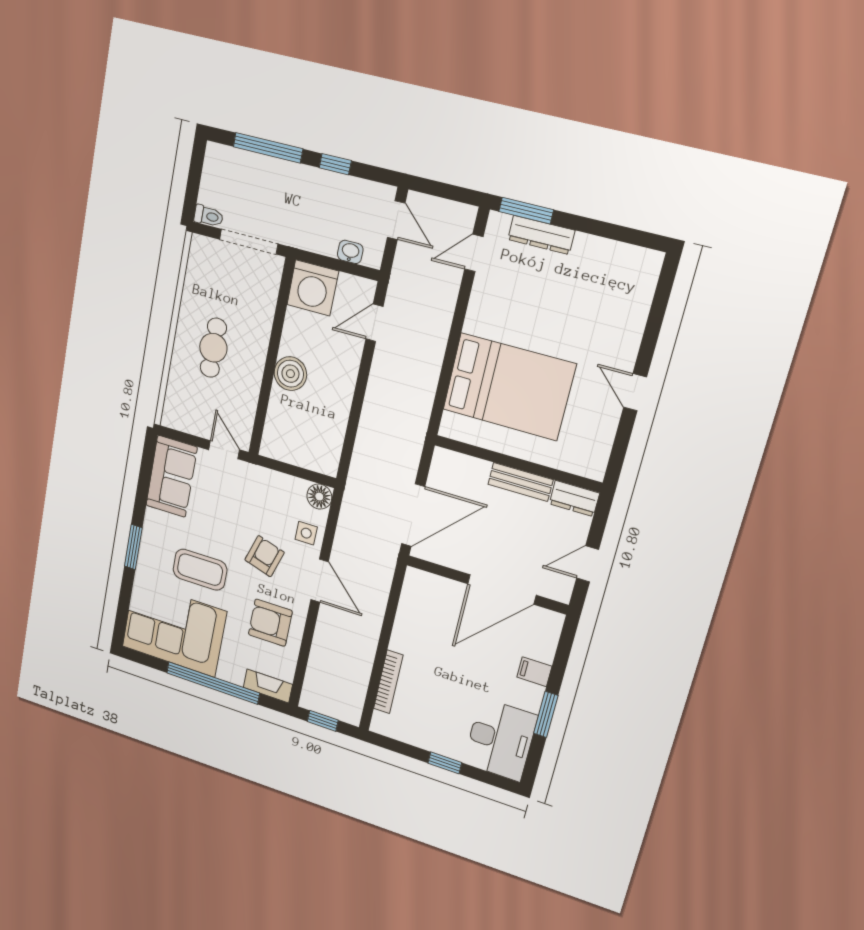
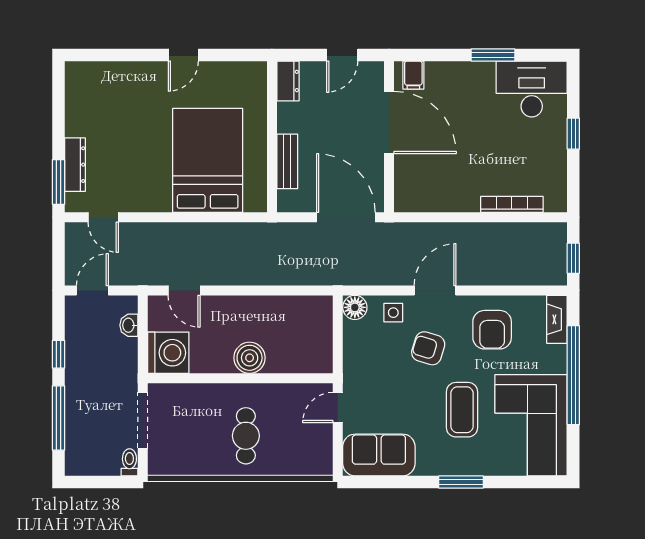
cafe table: (213, 348) -> (246, 436), turned 90
bench: (520, 482) -> (287, 161), moved
door: (588, 564) -> (342, 55), hinge flipped
filing cabinet: (534, 672) -> (413, 75), moved

